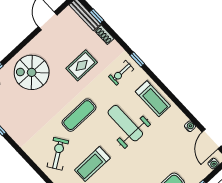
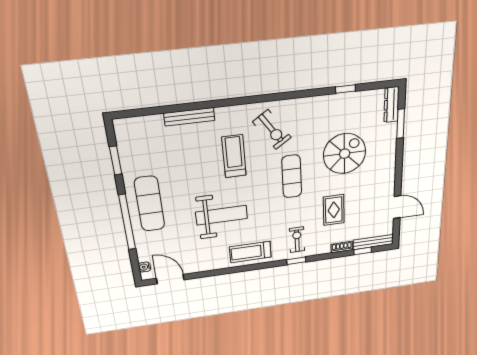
spiral stairs: (32, 72) -> (345, 154), moved
weight bench: (125, 123) -> (222, 215), moved
water cooler: (190, 126) -> (198, 268), removed

